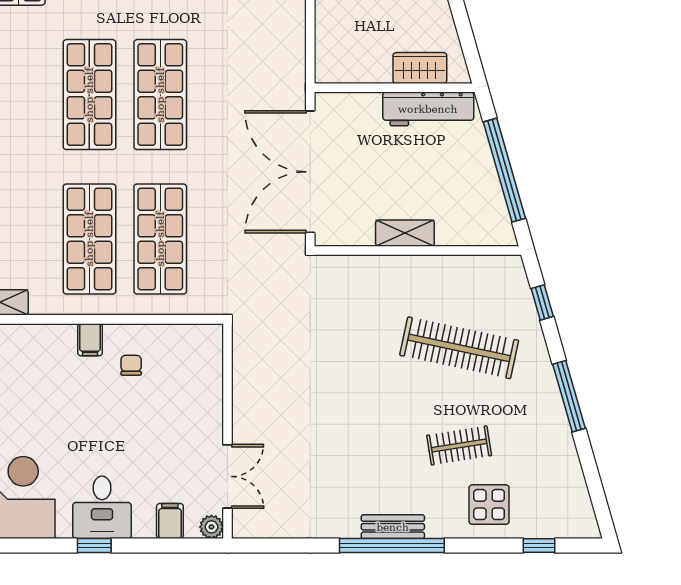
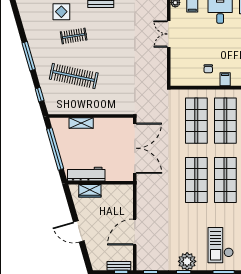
shelving: (405, 233) -> (81, 123), moved
double door: (227, 476) -> (169, 34), moved

